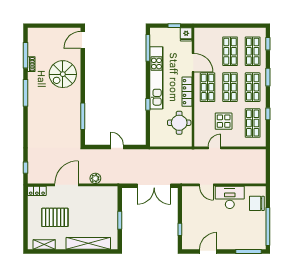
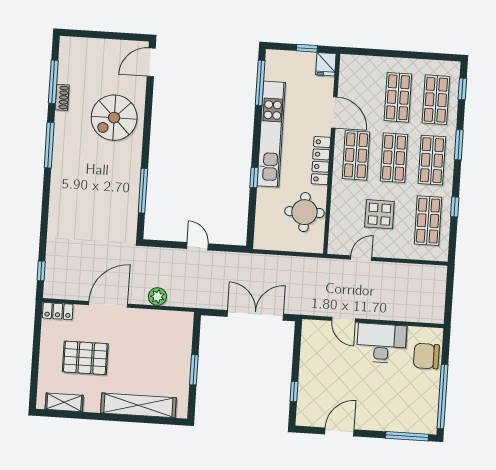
double door: (154, 186) -> (255, 315), swing flipped

